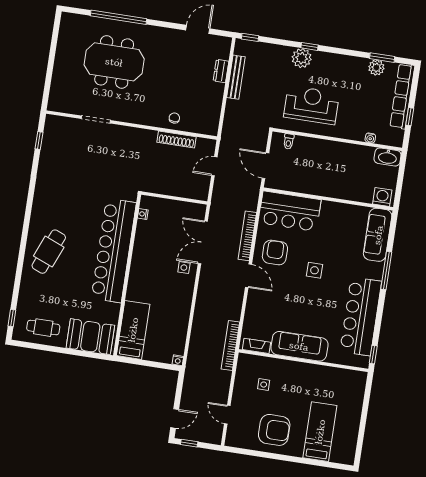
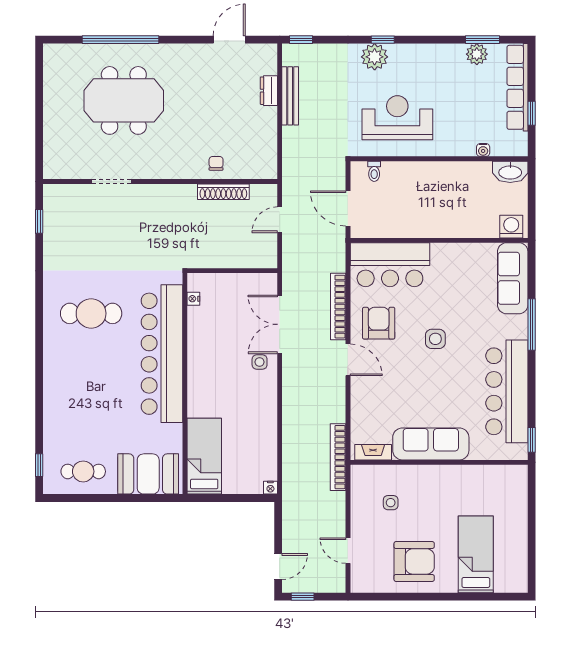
cafe table: (49, 252) -> (91, 313), moved, turned 68

